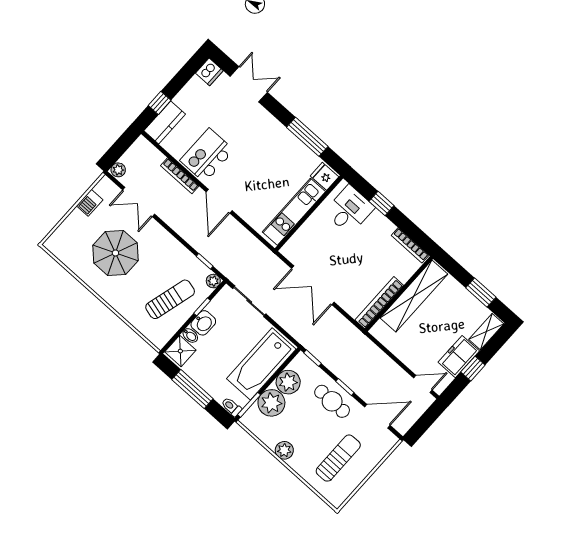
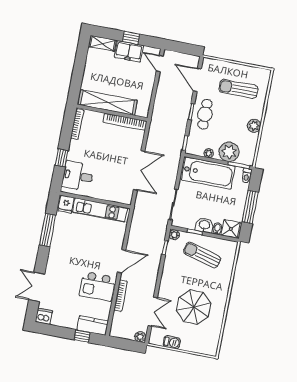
window: (481, 293) -> (80, 62), removed
plant: (288, 382) -> (209, 153), width x0.53, depth x0.53

